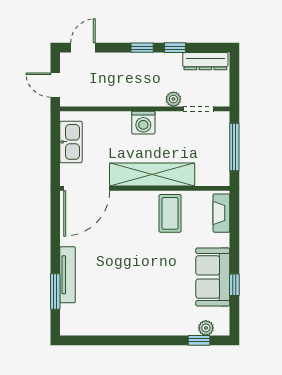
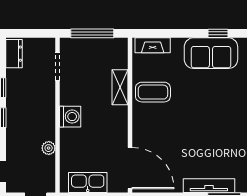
dresser: (205, 61) -> (14, 54), width x0.70
plant: (173, 99) -> (49, 148), moved
shelving: (152, 174) -> (120, 87), width x0.45, depth x0.75

